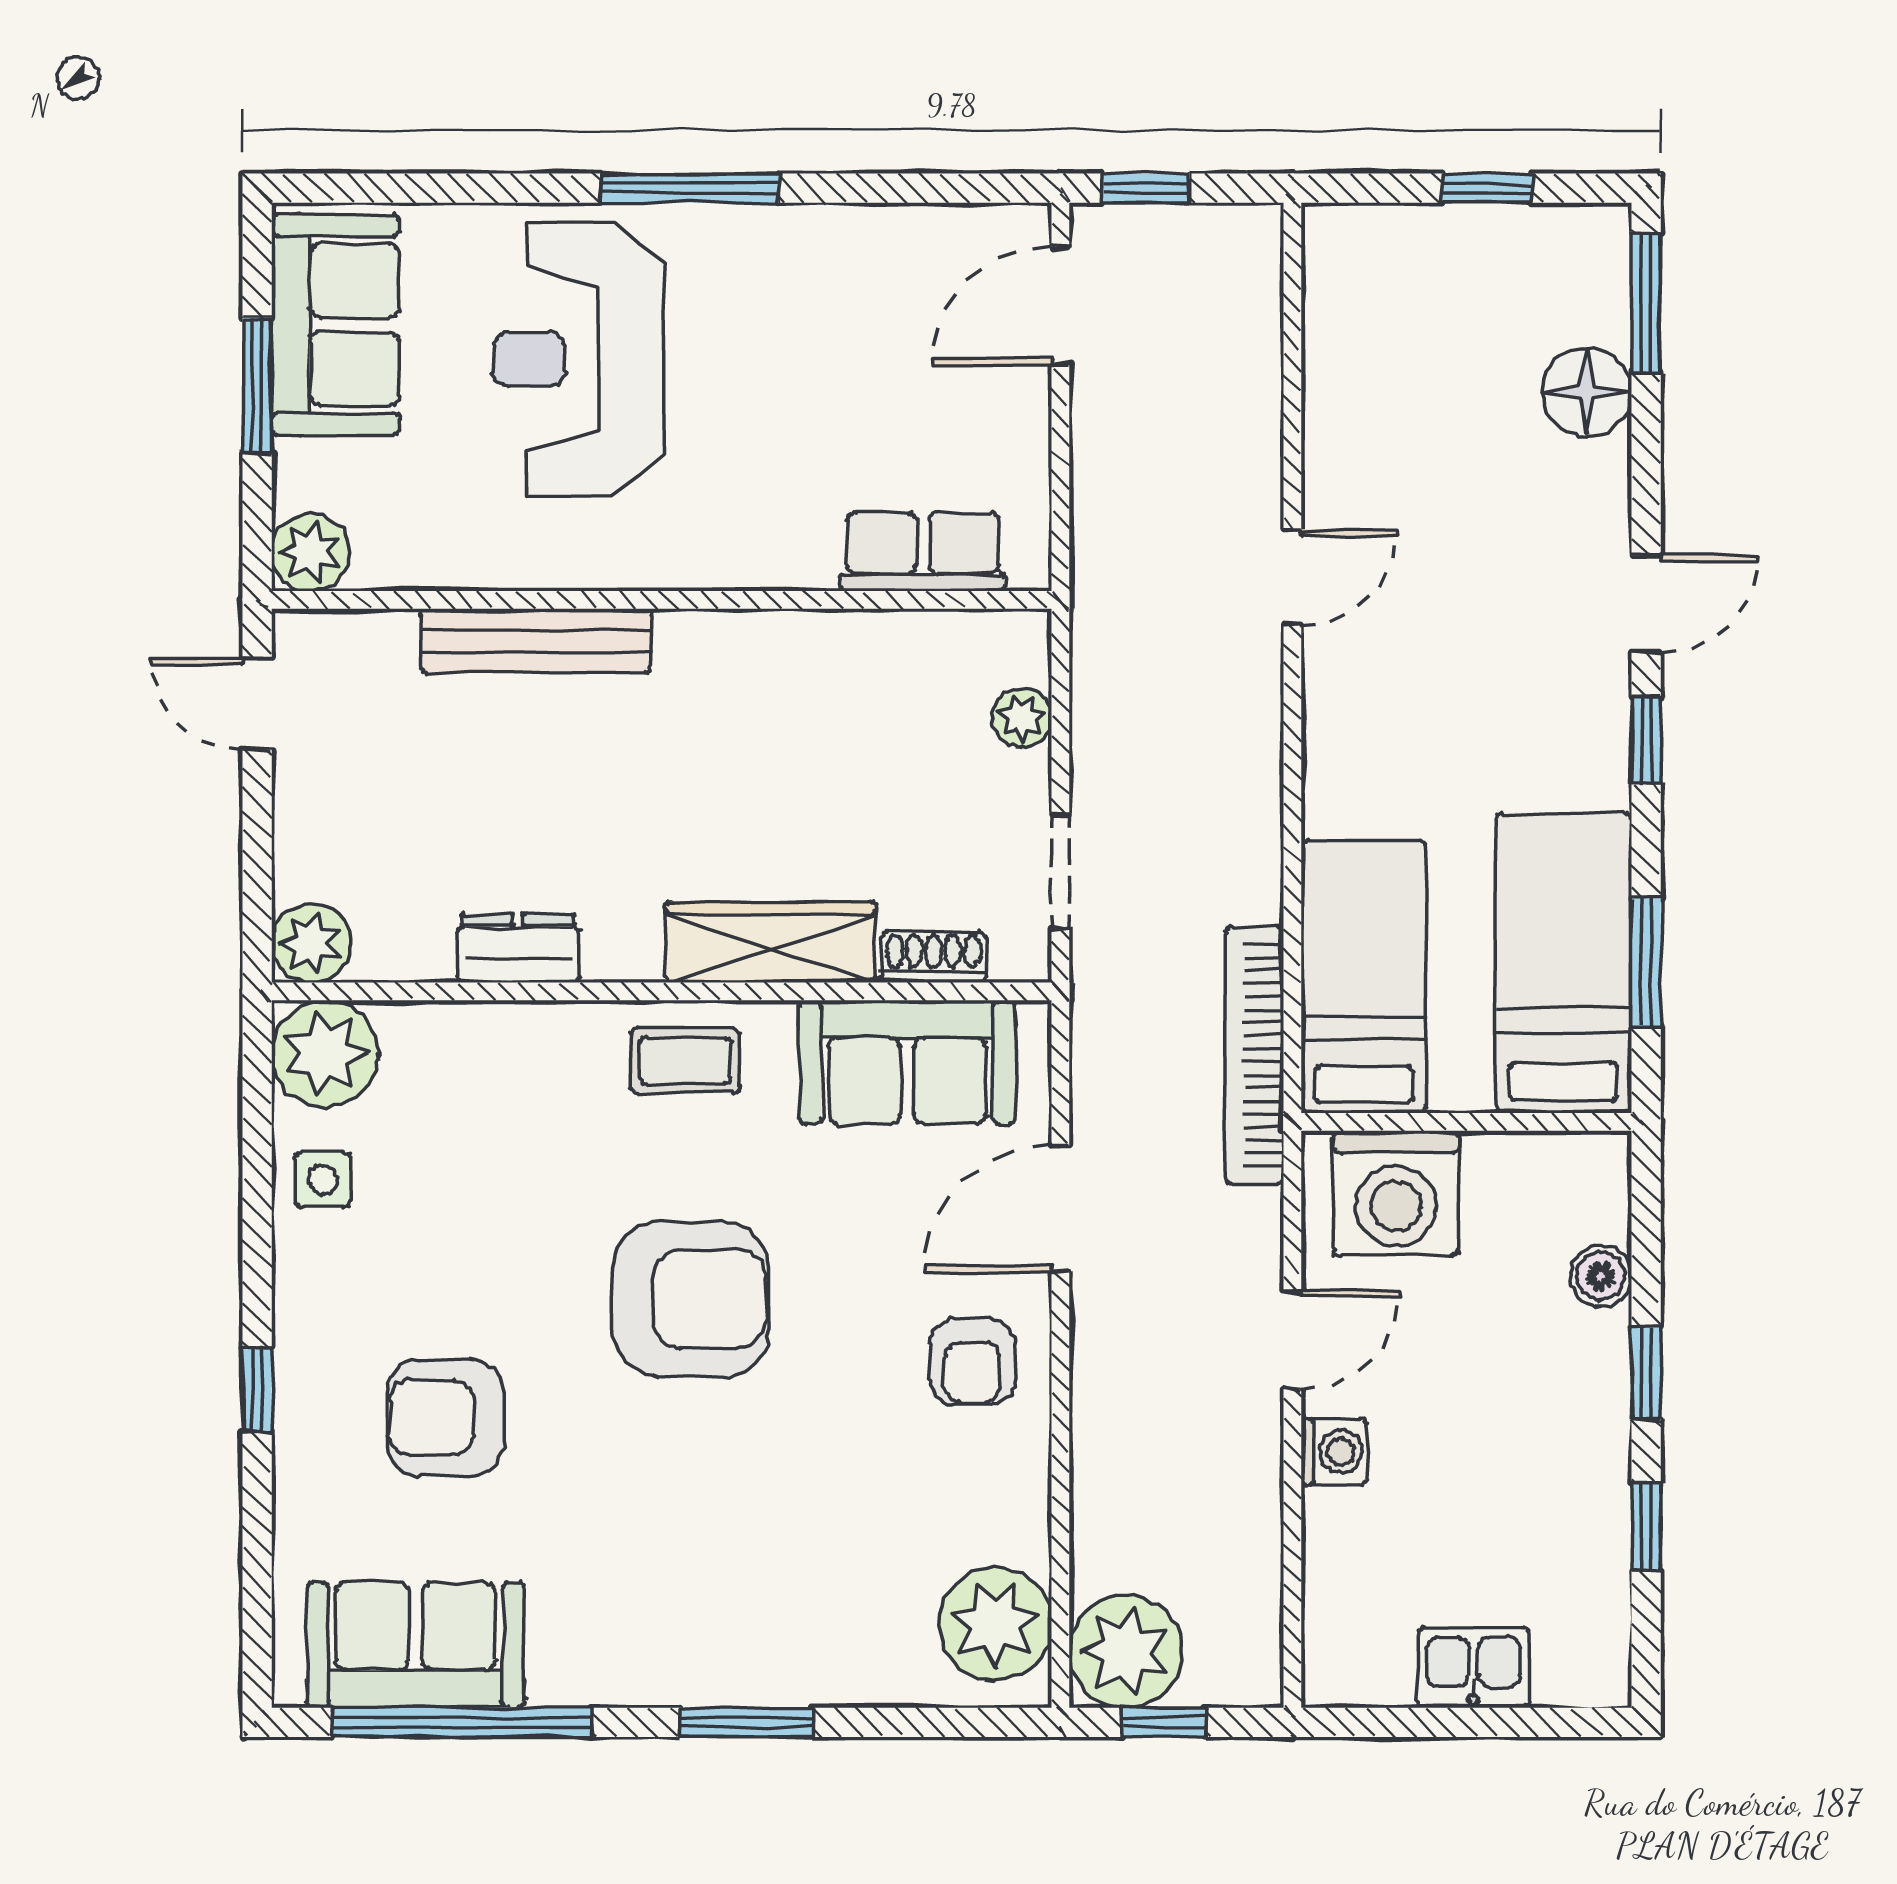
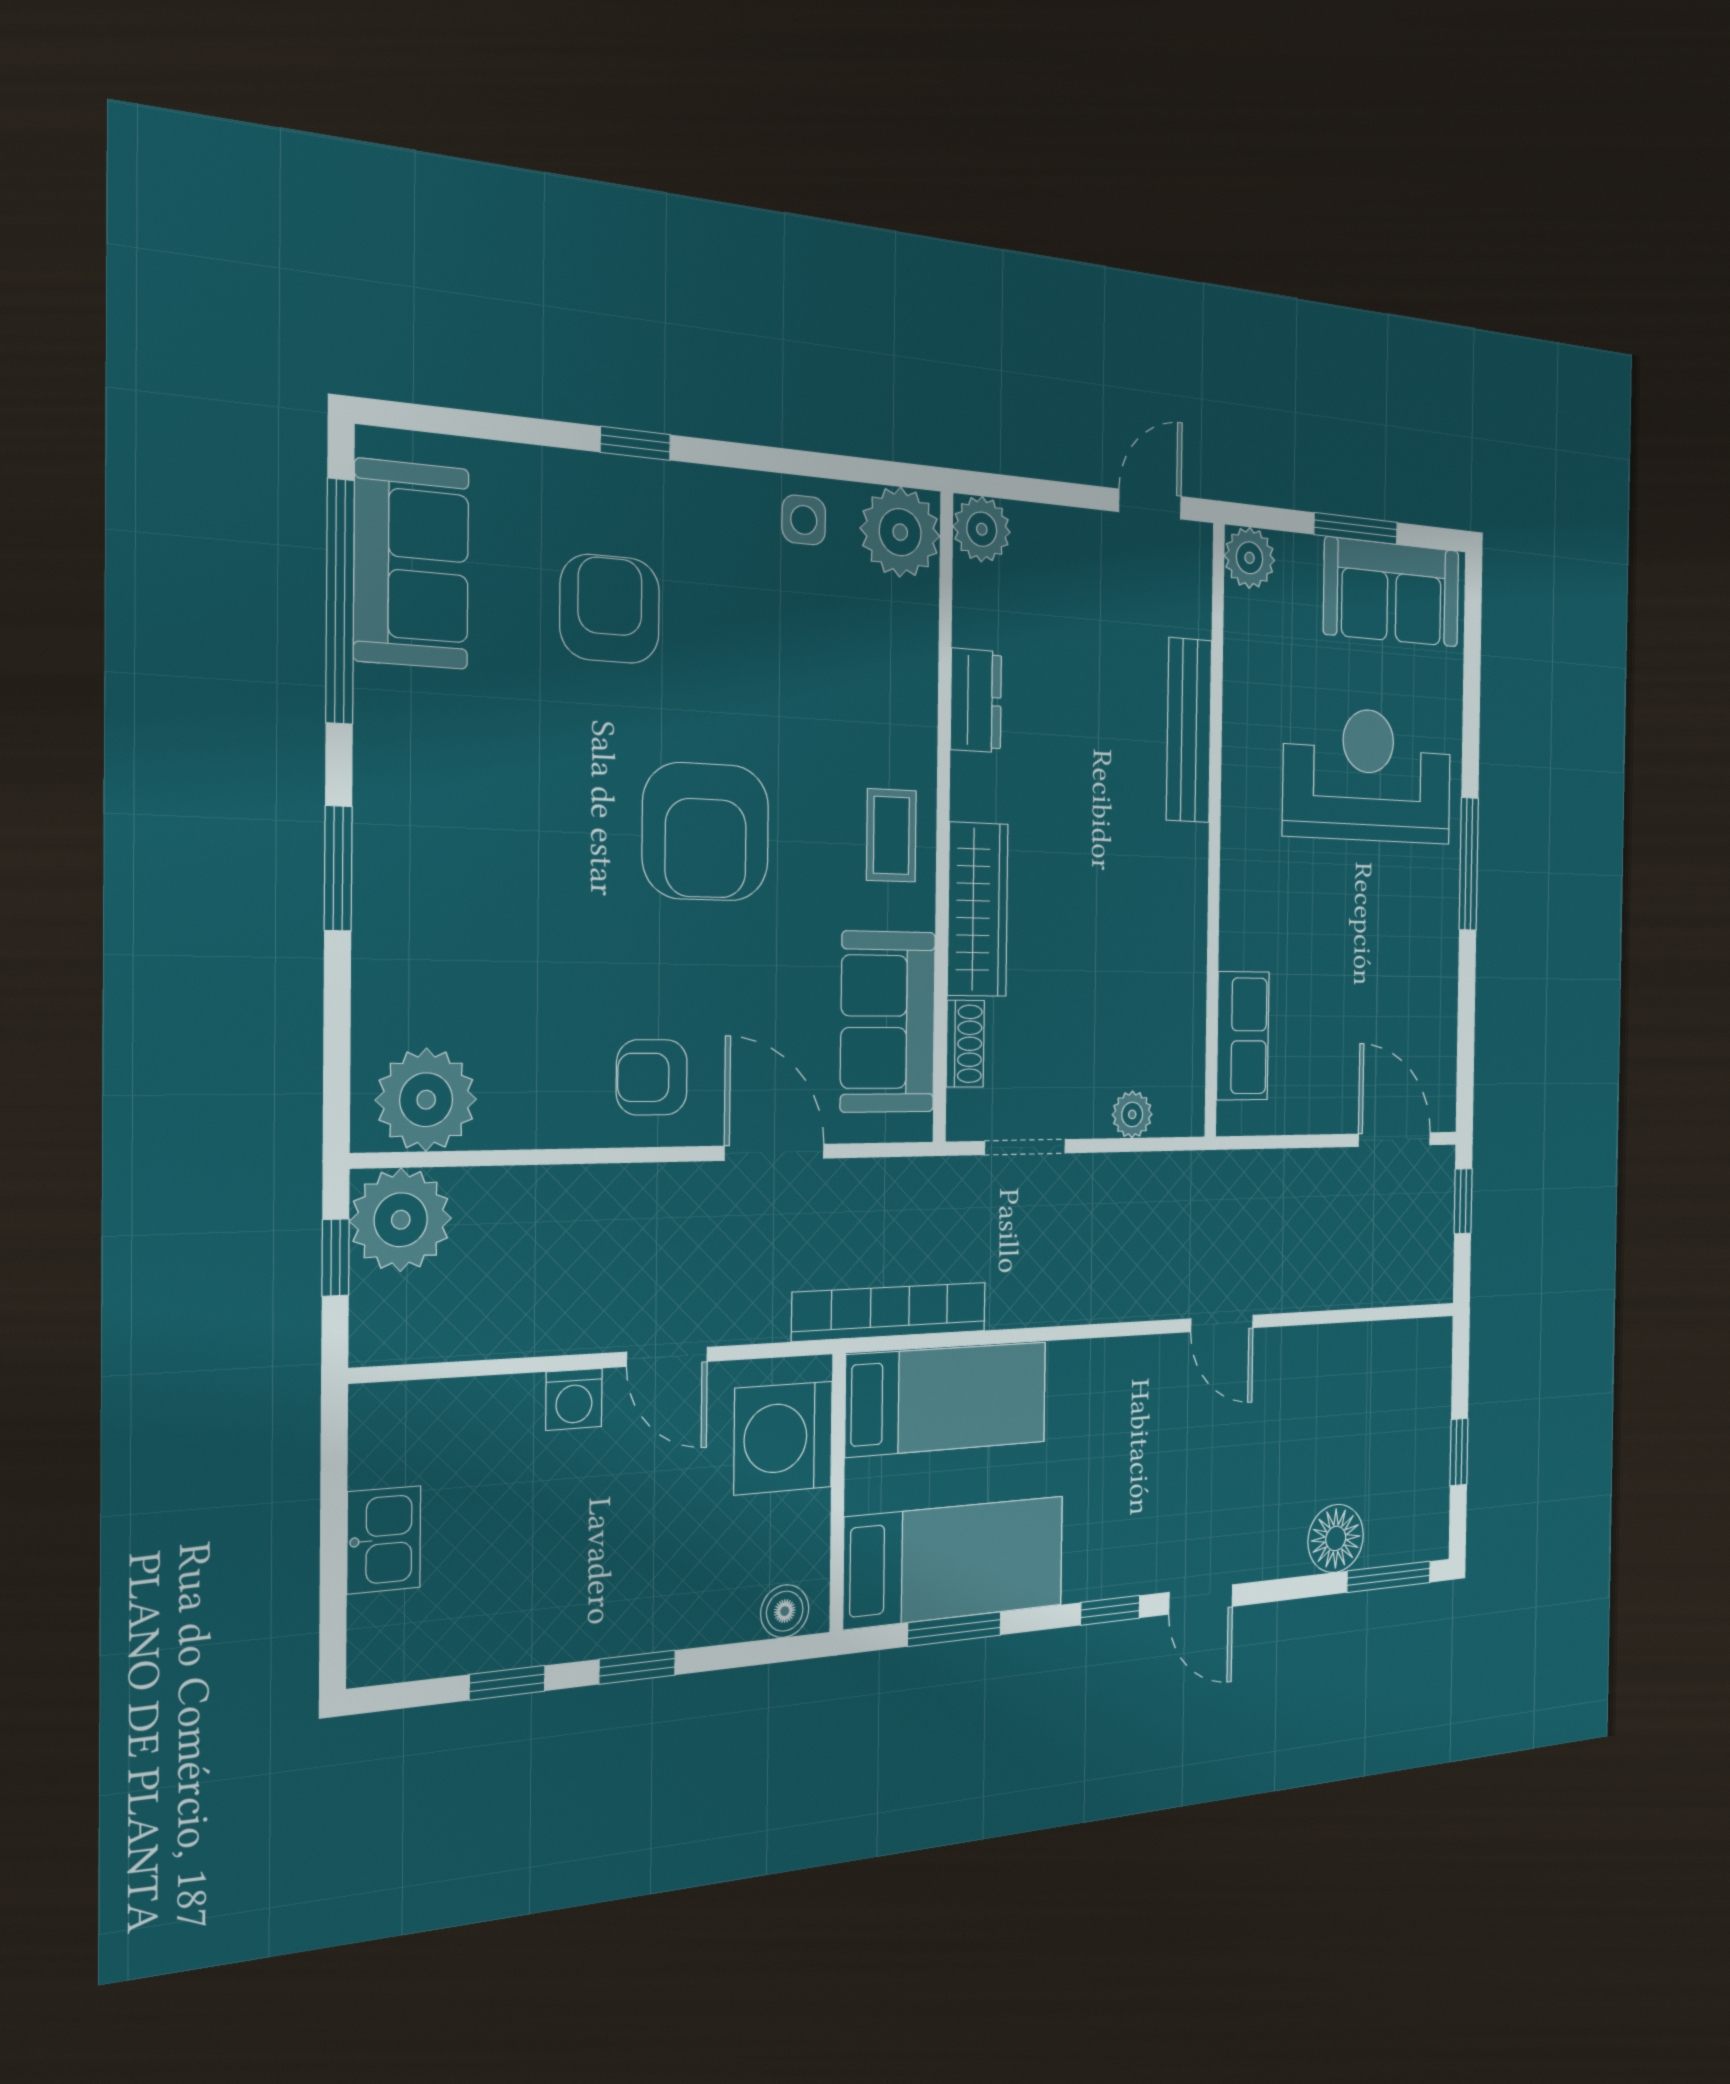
boiler: (1601, 1276) -> (785, 1611), moved

